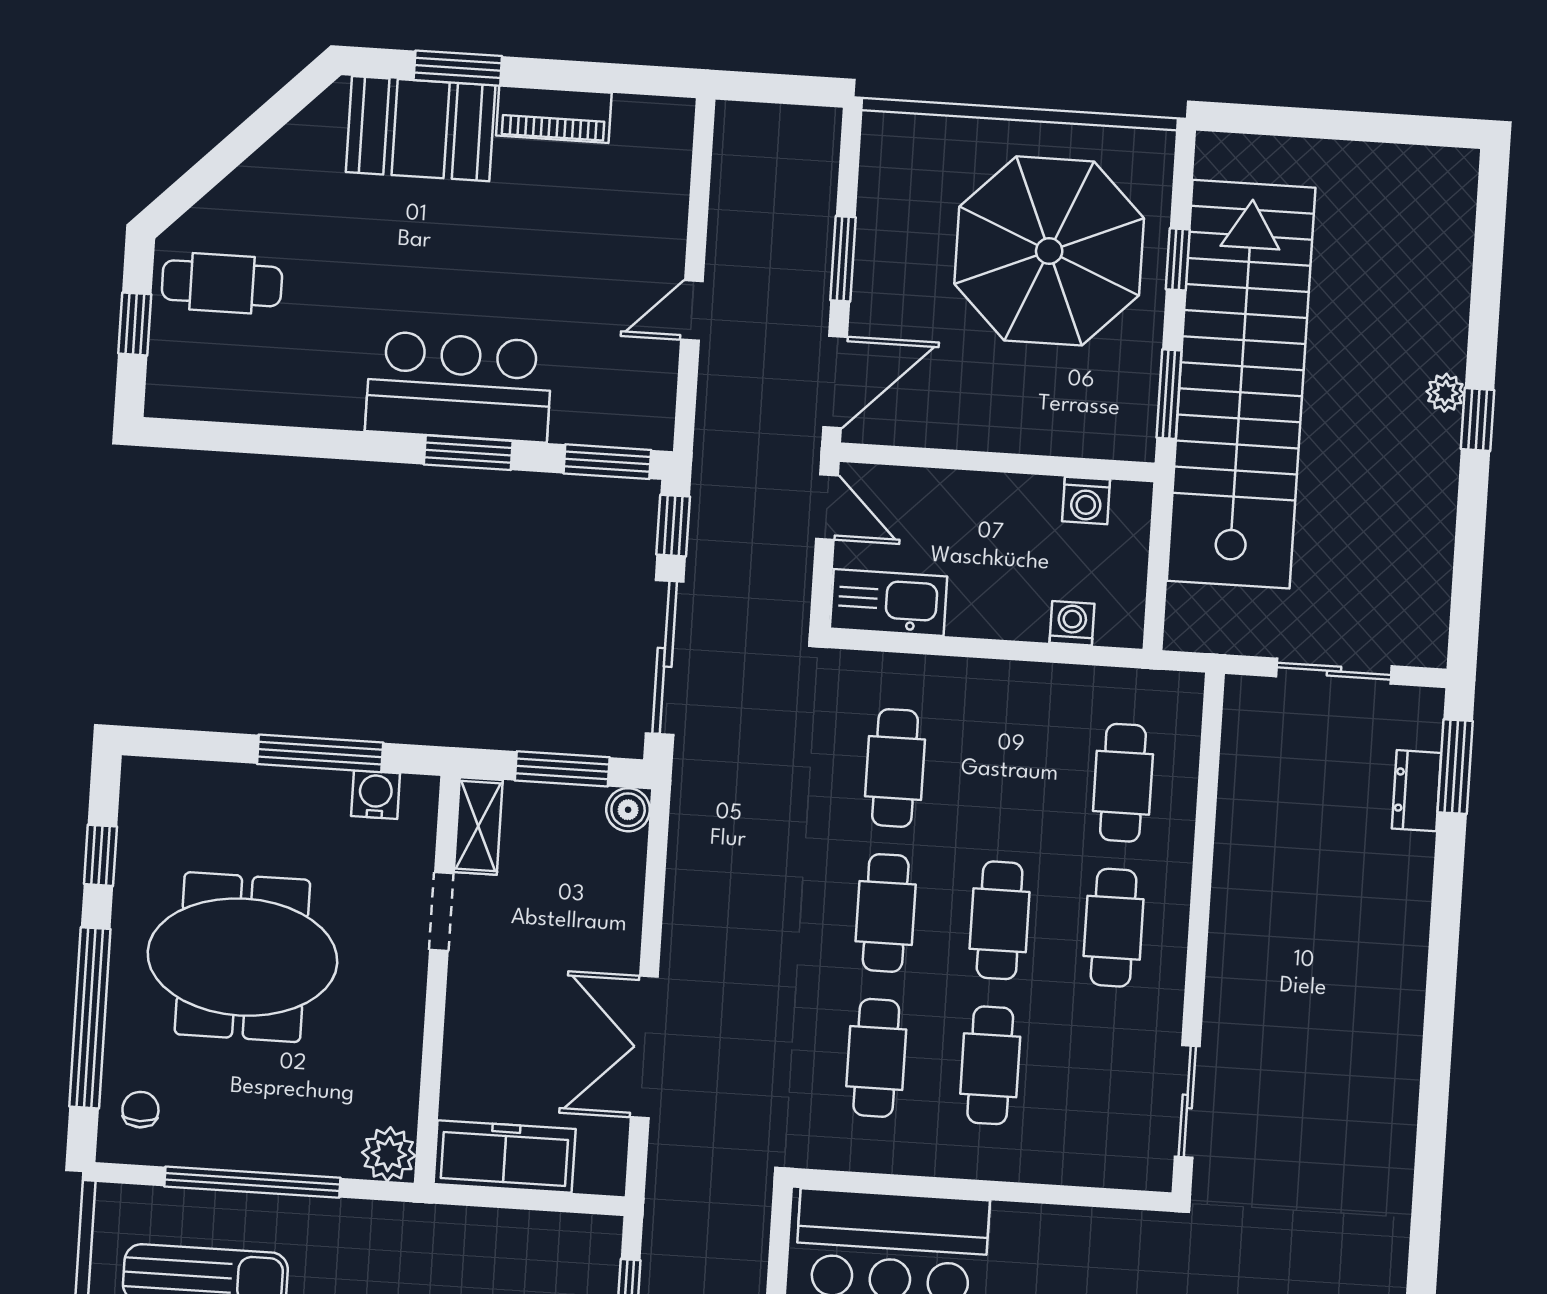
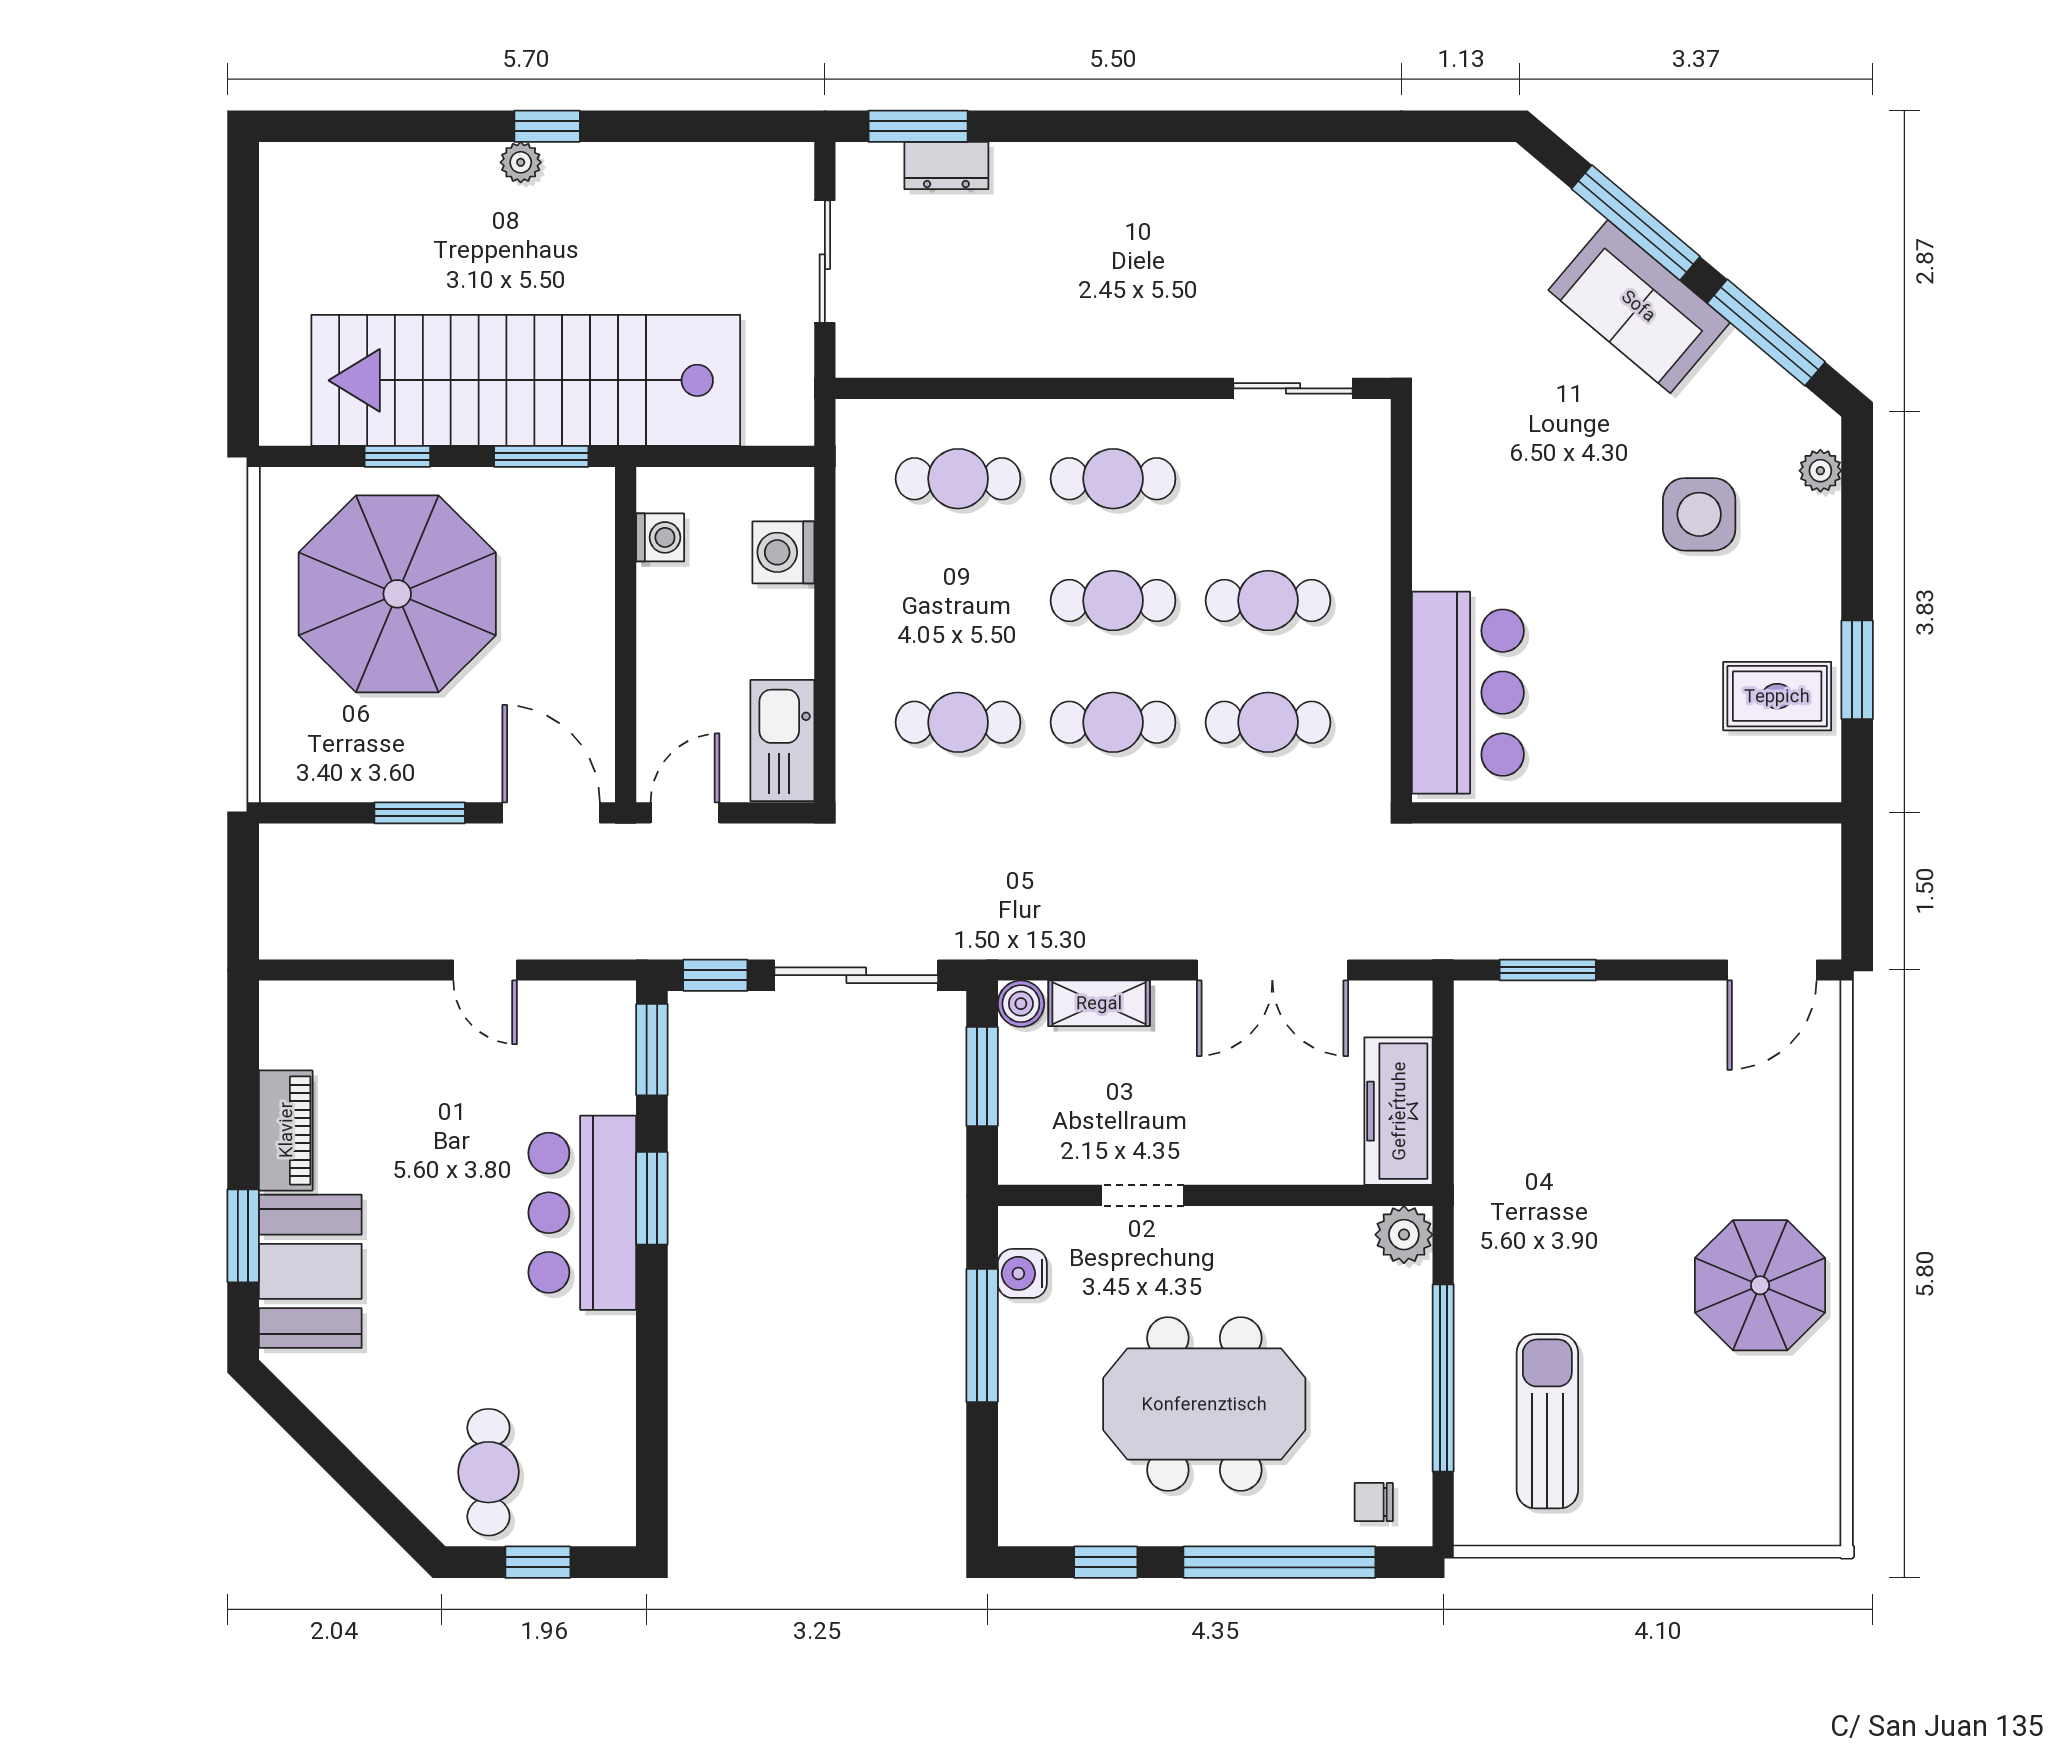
washing machine: (1072, 623) -> (783, 552), width x1.38, depth x1.38
shelving: (478, 826) -> (1099, 1003), moved
meeting table: (242, 957) -> (1204, 1404), turned 90

